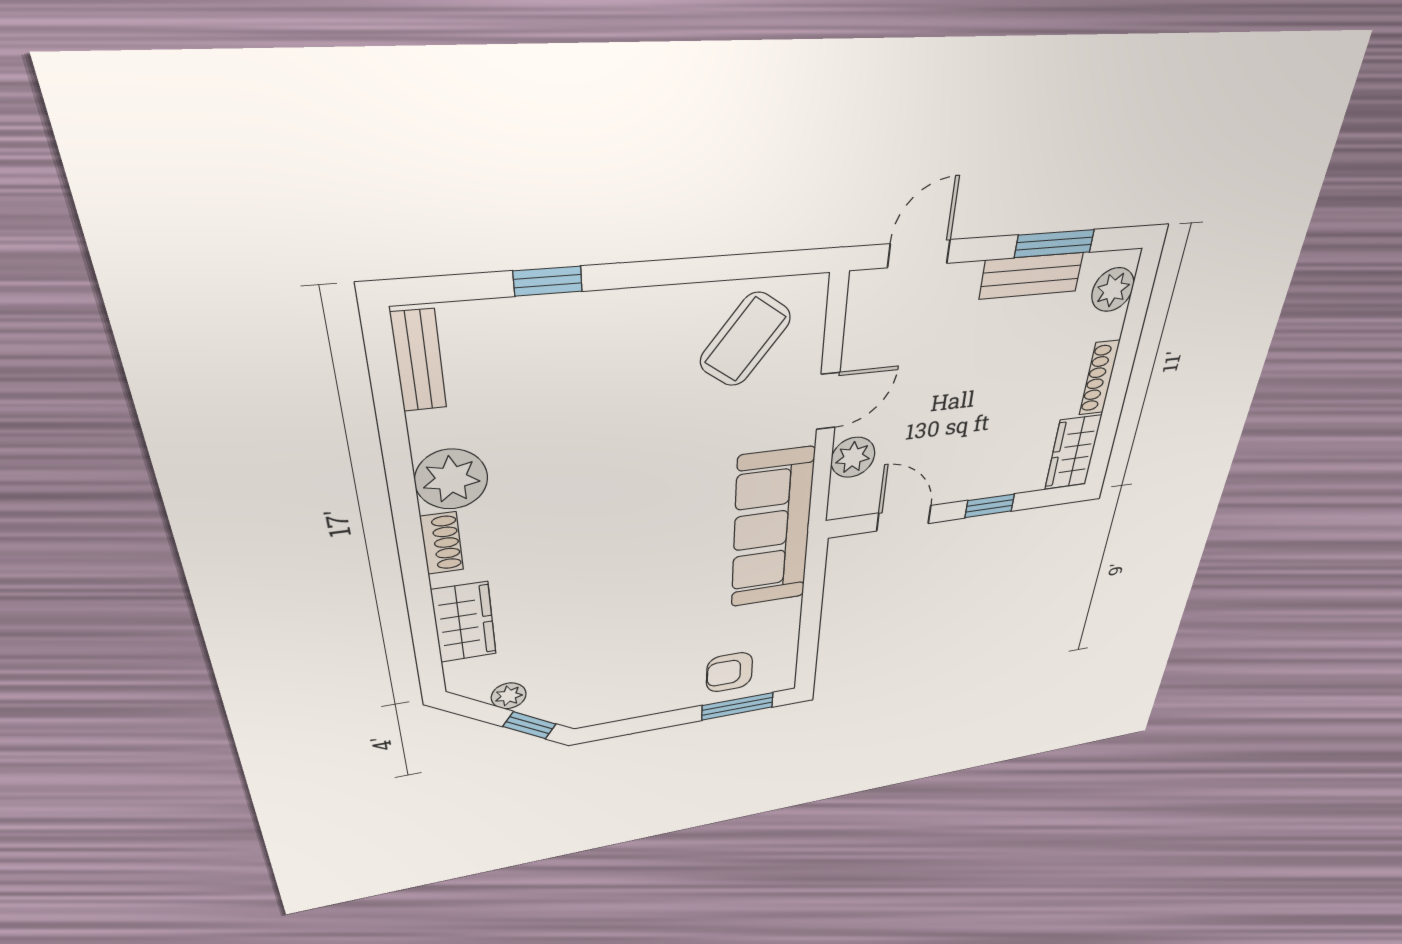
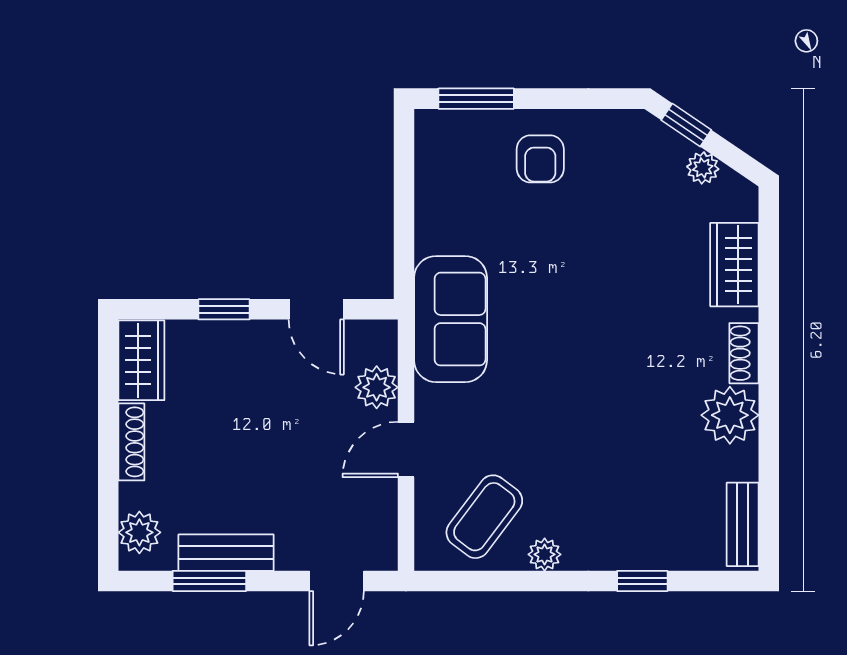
plant: (674, 303) -> (545, 554), added
sofa: (772, 529) -> (451, 319), width x0.73
armchair: (729, 672) -> (540, 159), moved, turned 90

